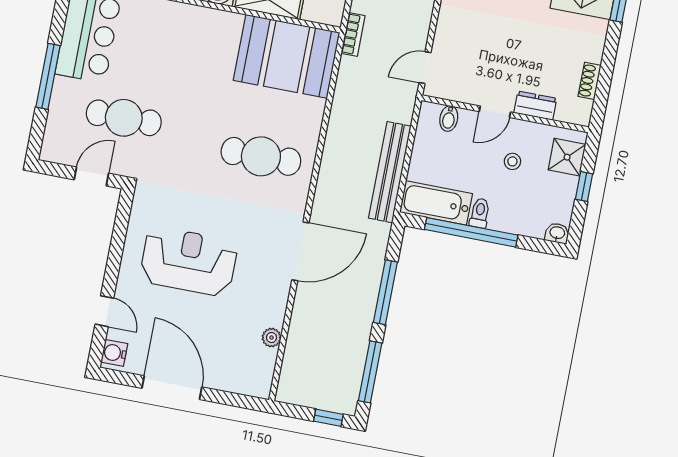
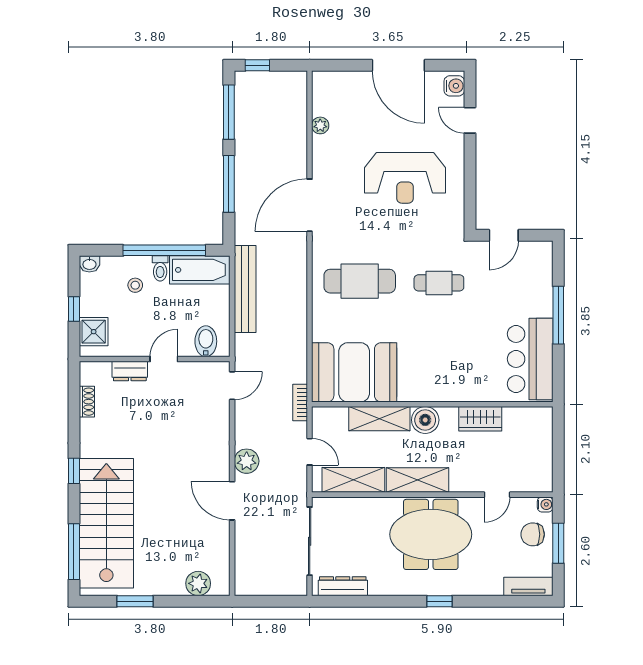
cafe table: (124, 118) -> (439, 283), moved, width x0.73, depth x0.74
bidet: (449, 119) -> (206, 341), width x1.38, depth x1.36
stool: (512, 161) -> (135, 285), moved

